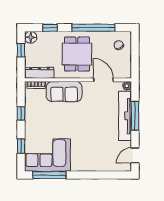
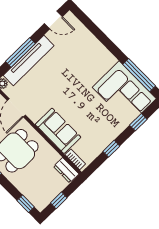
window: (50, 28) -> (26, 204), moved
floor lamp: (31, 37) -> (40, 203), removed
dresser: (39, 73) -> (66, 170), width x0.70

